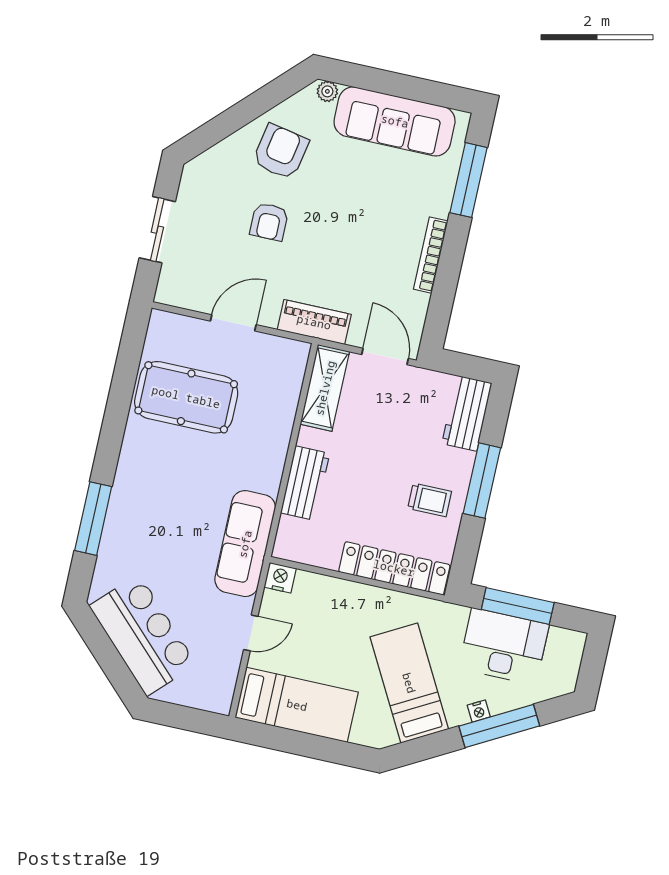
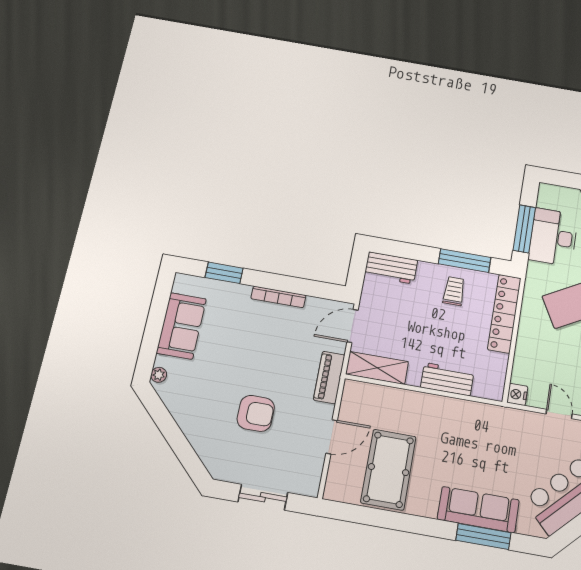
sofa: (395, 121) -> (181, 326), width x0.73
armchair: (281, 152) -> (203, 407), removed
window: (468, 180) -> (224, 273), width x0.69
armchair: (269, 222) -> (256, 413), width x1.38, depth x1.38
door: (233, 323) -> (332, 437), swing flipped
window: (482, 481) -> (465, 261), moved
sofa: (245, 544) -> (478, 510), moved, turned 180

